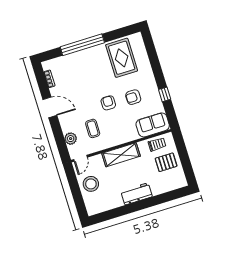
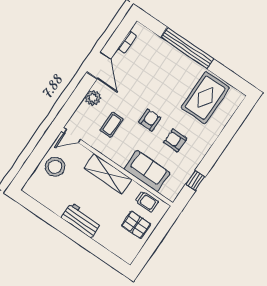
window: (165, 94) -> (195, 180), moved
sofa: (153, 125) -> (147, 171), moved
plant: (71, 139) -> (93, 98), moved

